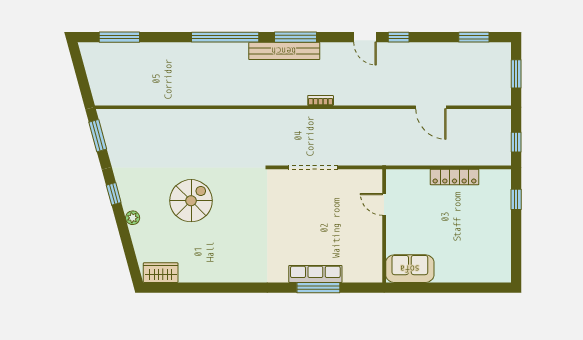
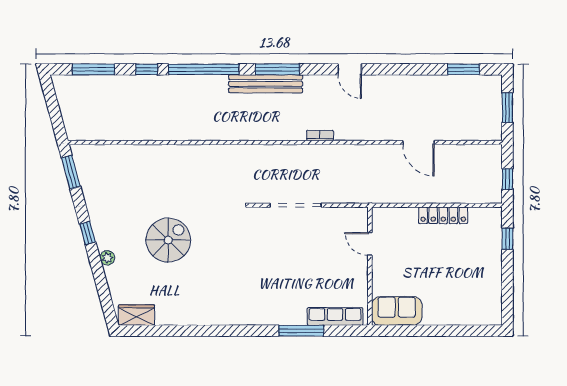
window: (399, 37) -> (147, 69), moved
bookcase: (321, 100) -> (320, 135), moved
row of seats: (315, 274) -> (335, 317), moved

